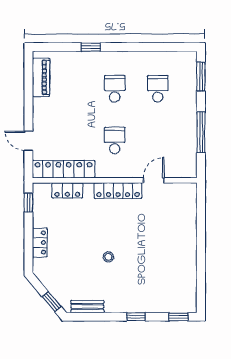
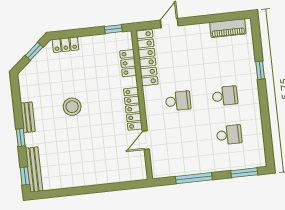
door: (154, 180) -> (146, 140), swing flipped
locker: (40, 242) -> (66, 45), moved
stool: (108, 257) -> (72, 107), width x1.89, depth x1.89
window: (52, 302) -> (34, 51), moved
bench: (172, 306) -> (34, 169), added
bench: (87, 307) -> (28, 117), moved

